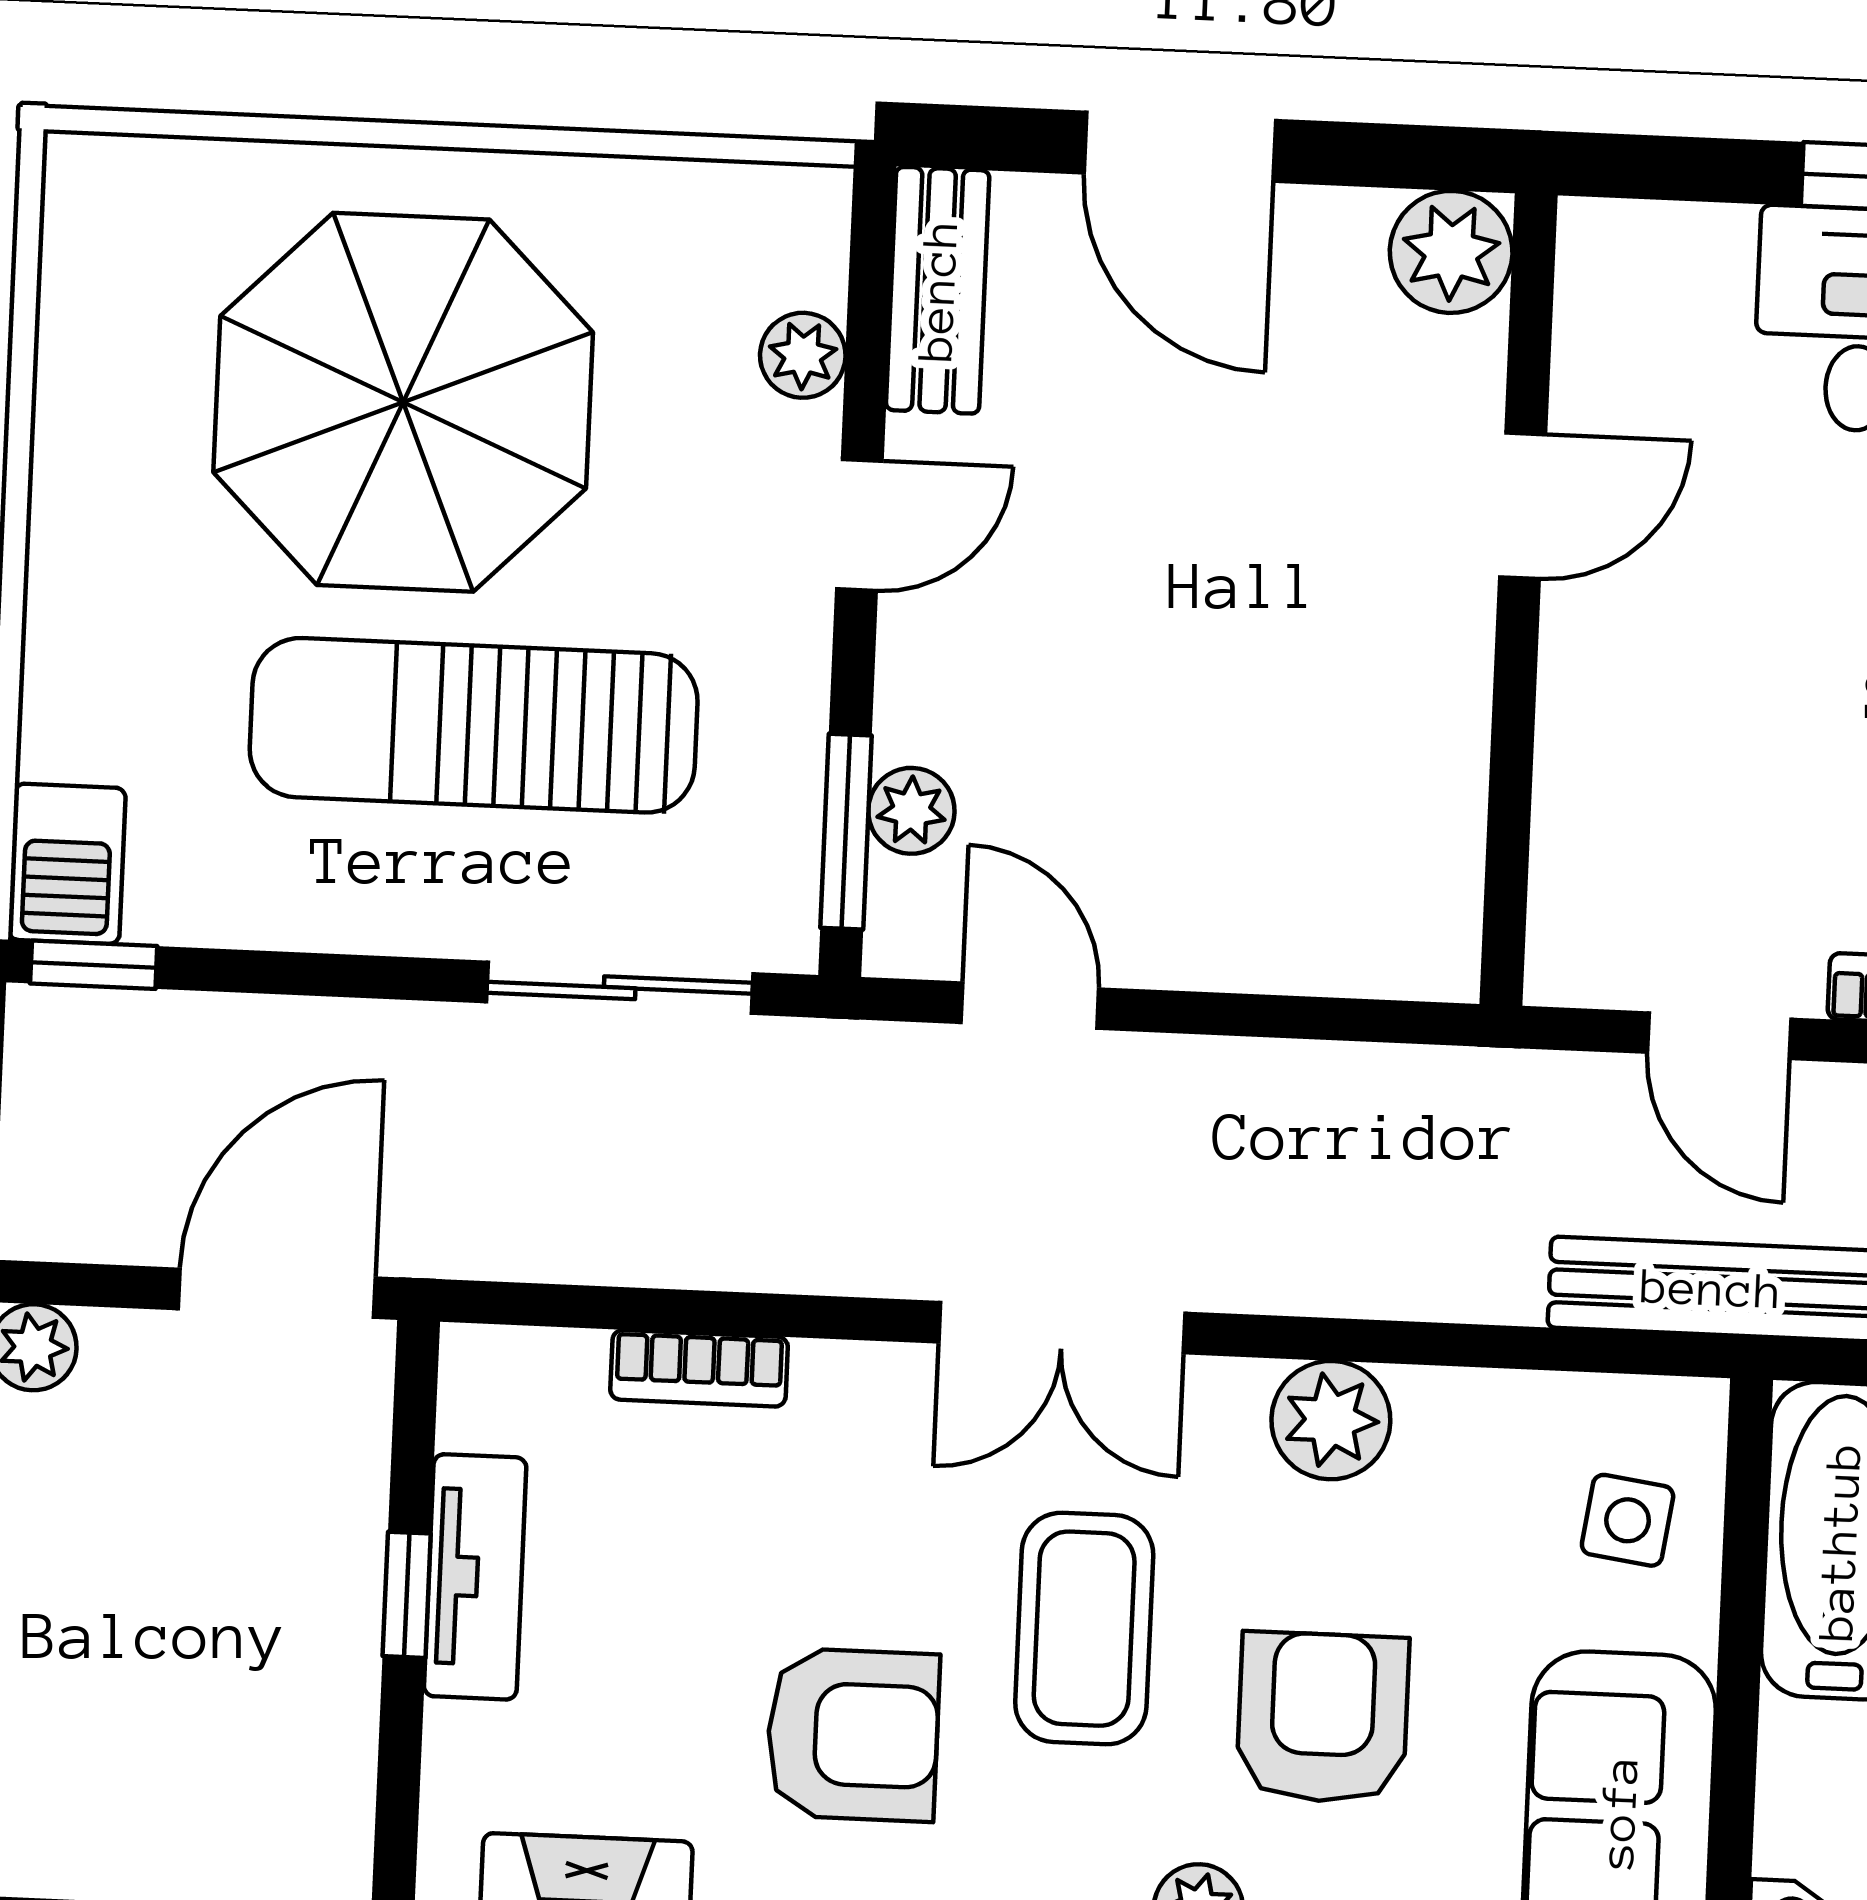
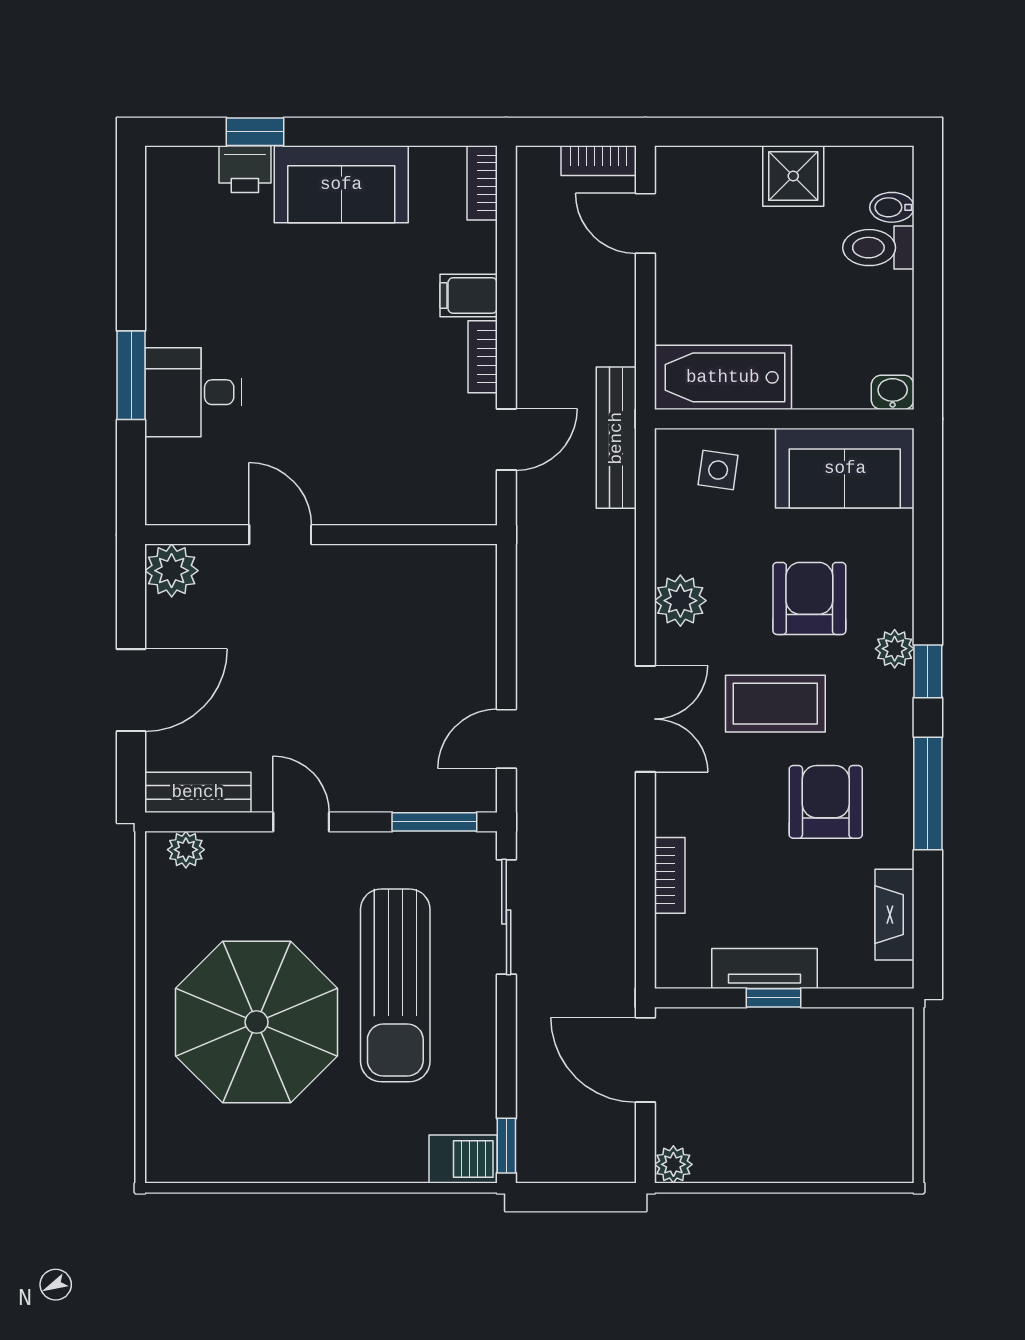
plant: (803, 355) -> (186, 850), moved
plant: (911, 811) -> (424, 794), removed
armchair: (1323, 1718) -> (809, 598), turned 90

